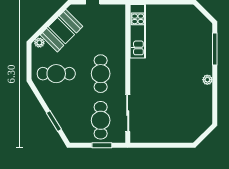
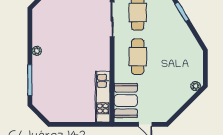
booth: (61, 31) -> (126, 100), moved, turned -45
cafe table: (56, 74) -> (180, 57), removed

